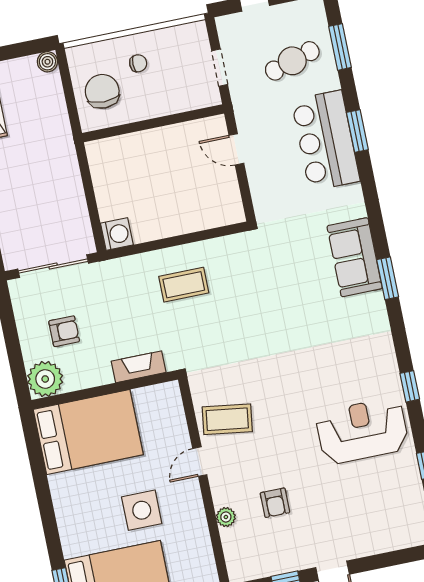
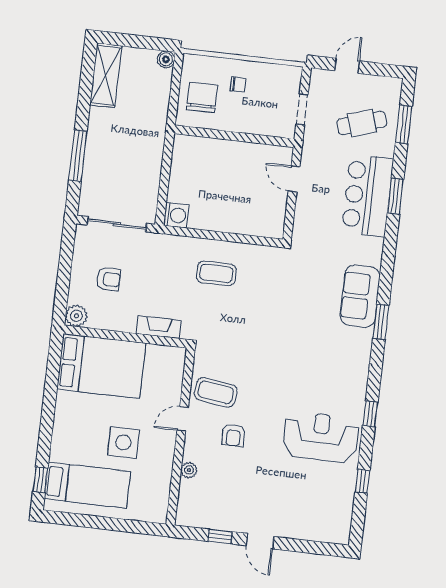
plant: (45, 379) -> (76, 316), width x0.73, depth x0.73
armchair: (275, 503) -> (233, 435), moved

